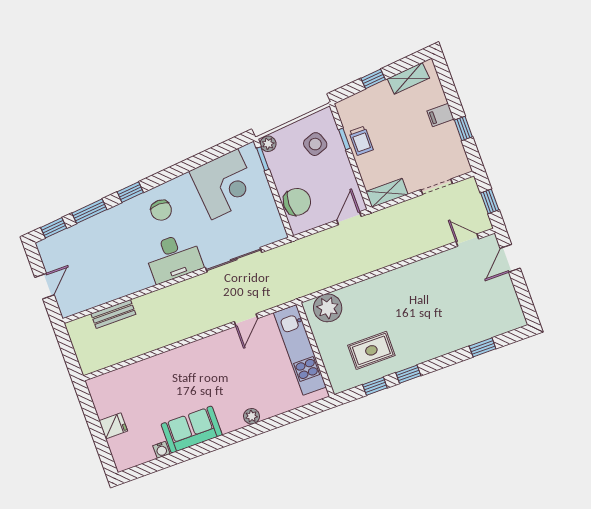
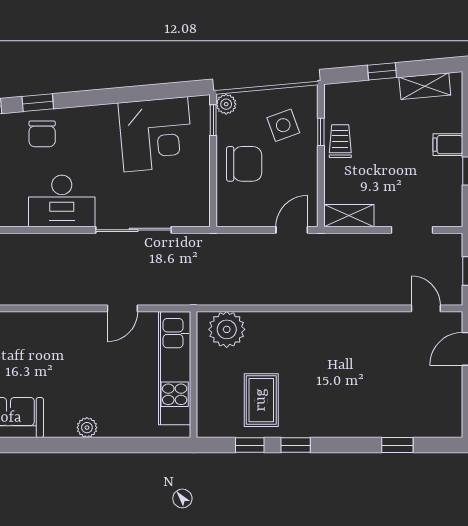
trolley: (361, 141) -> (340, 141), turned 180
chair: (297, 202) -> (244, 164), moved
chair: (161, 210) -> (42, 134), moved
rug: (371, 350) -> (261, 400), turned 90

